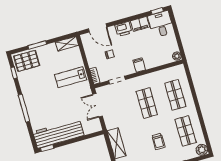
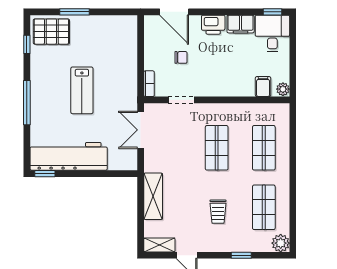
shelving: (67, 44) -> (120, 23), removed
filing cabinet: (139, 65) -> (263, 87), moved
lab bench: (71, 77) -> (82, 90), moved, turned -90

